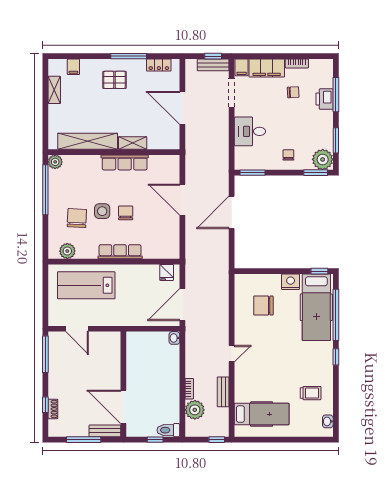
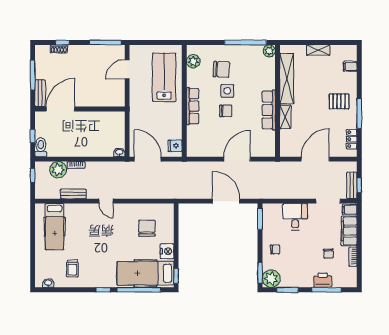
pallet: (114, 80) -> (339, 101), turned 90
shelving: (54, 90) -> (318, 50), moved
window: (217, 440) -> (33, 175), moved

